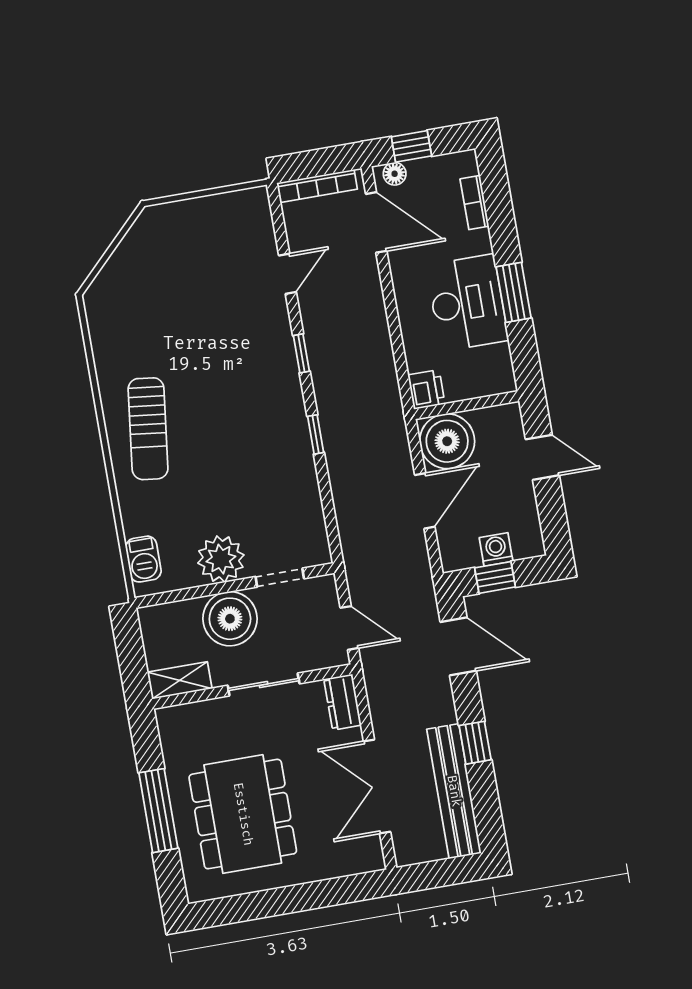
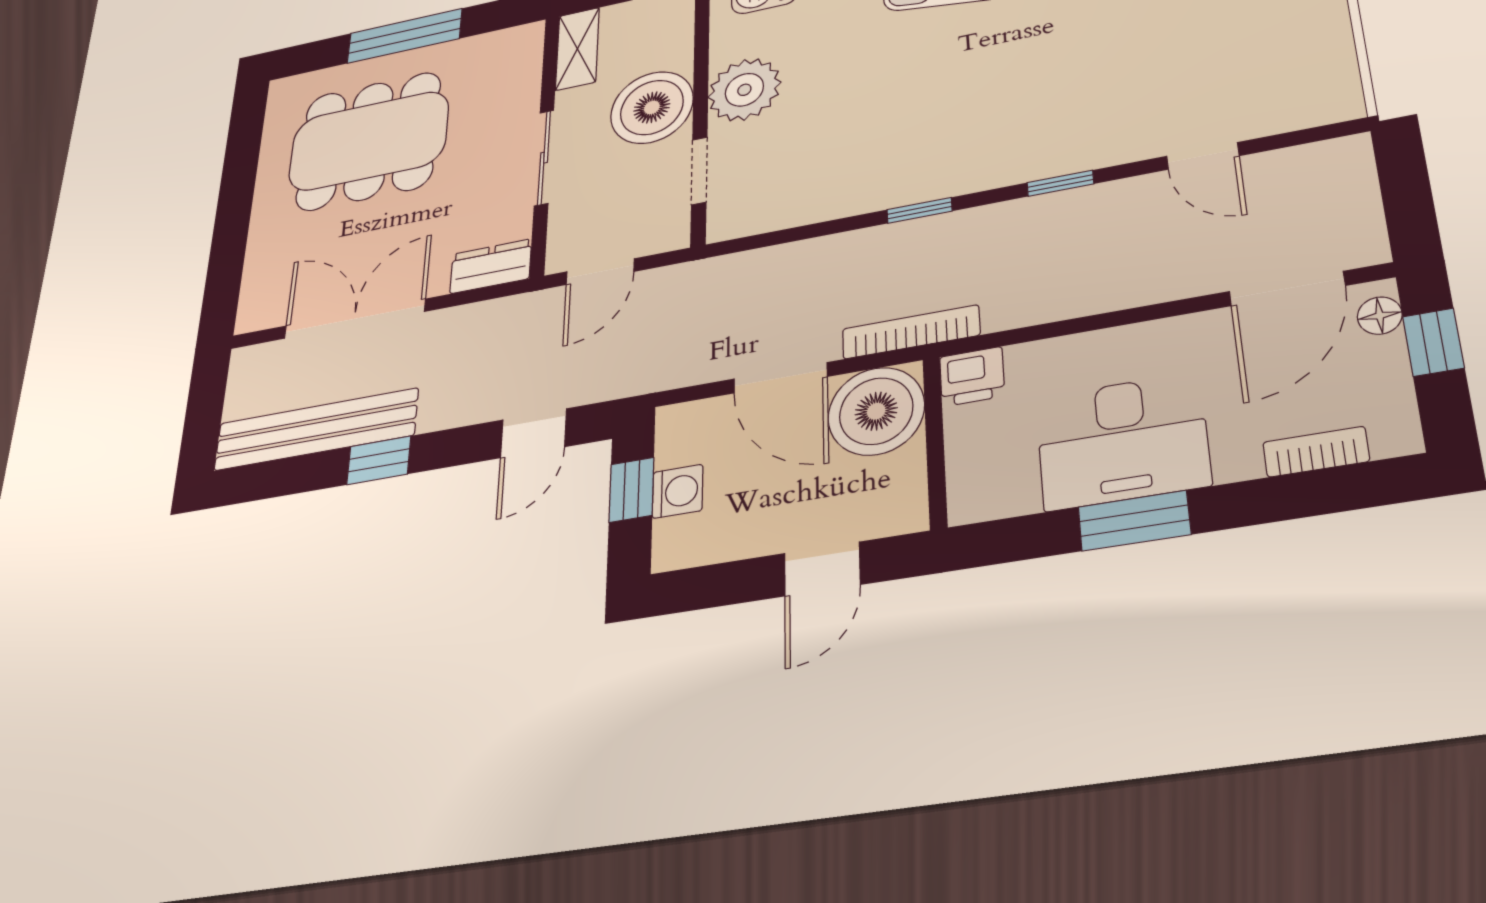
bookcase: (317, 186) -> (911, 332), moved, turned 90
door: (458, 646) -> (534, 433), width x0.73

